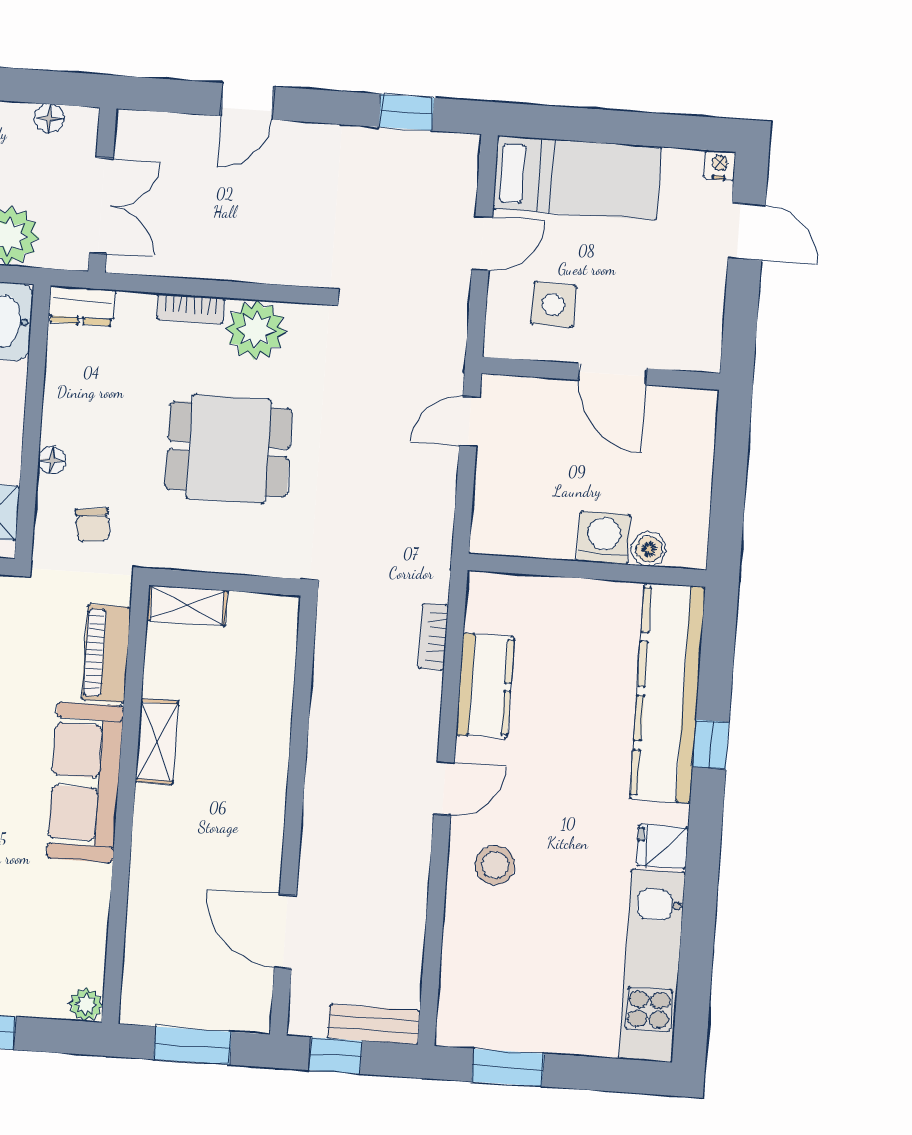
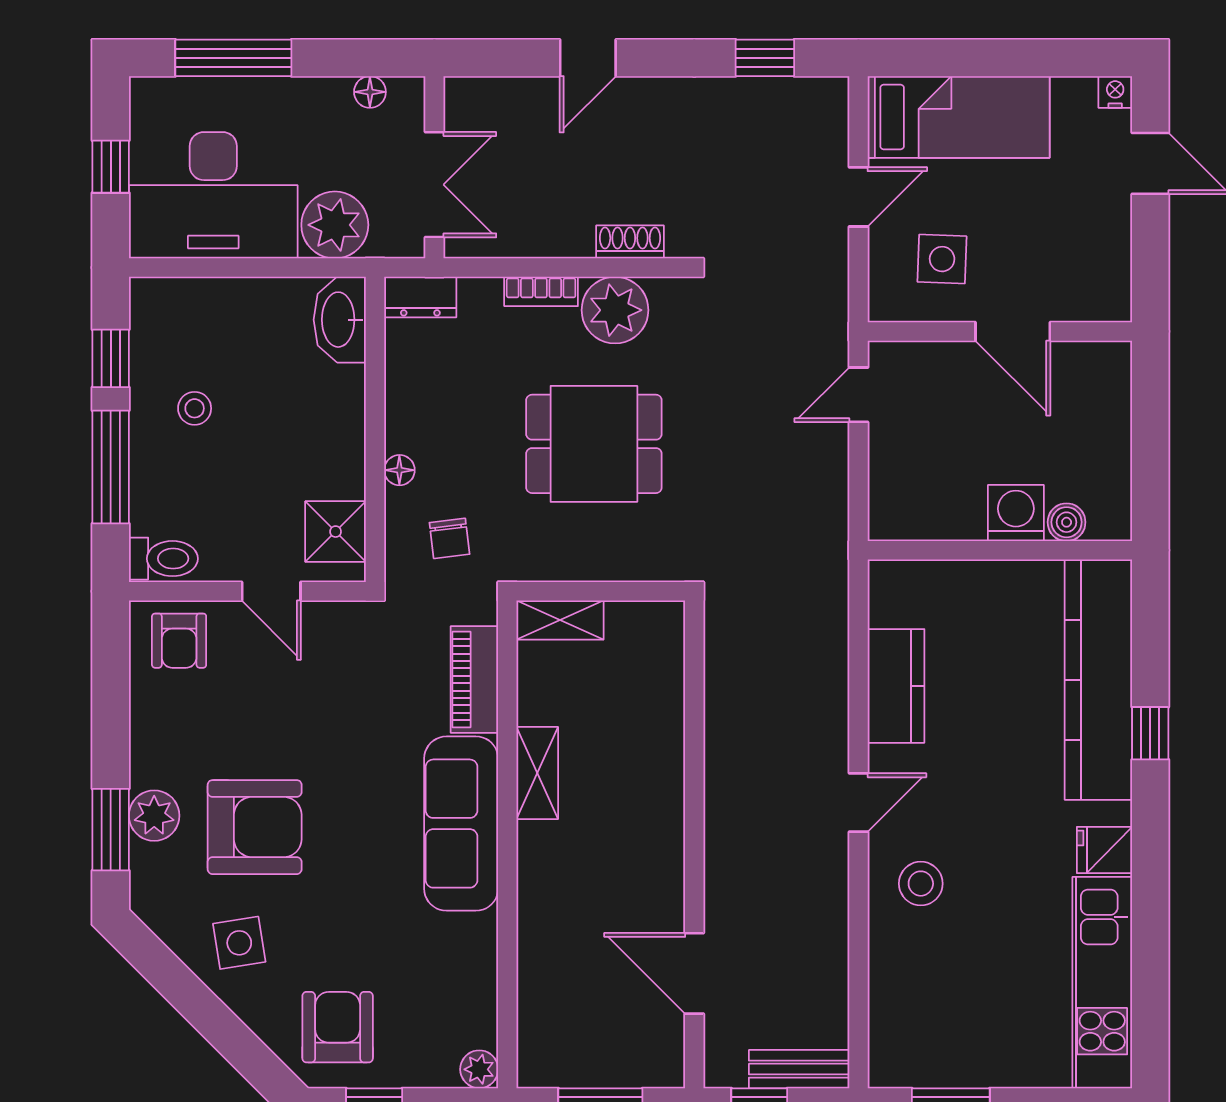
shoe rack: (274, 270) -> (630, 242), added
bookcase: (433, 637) -> (835, 636), removed

